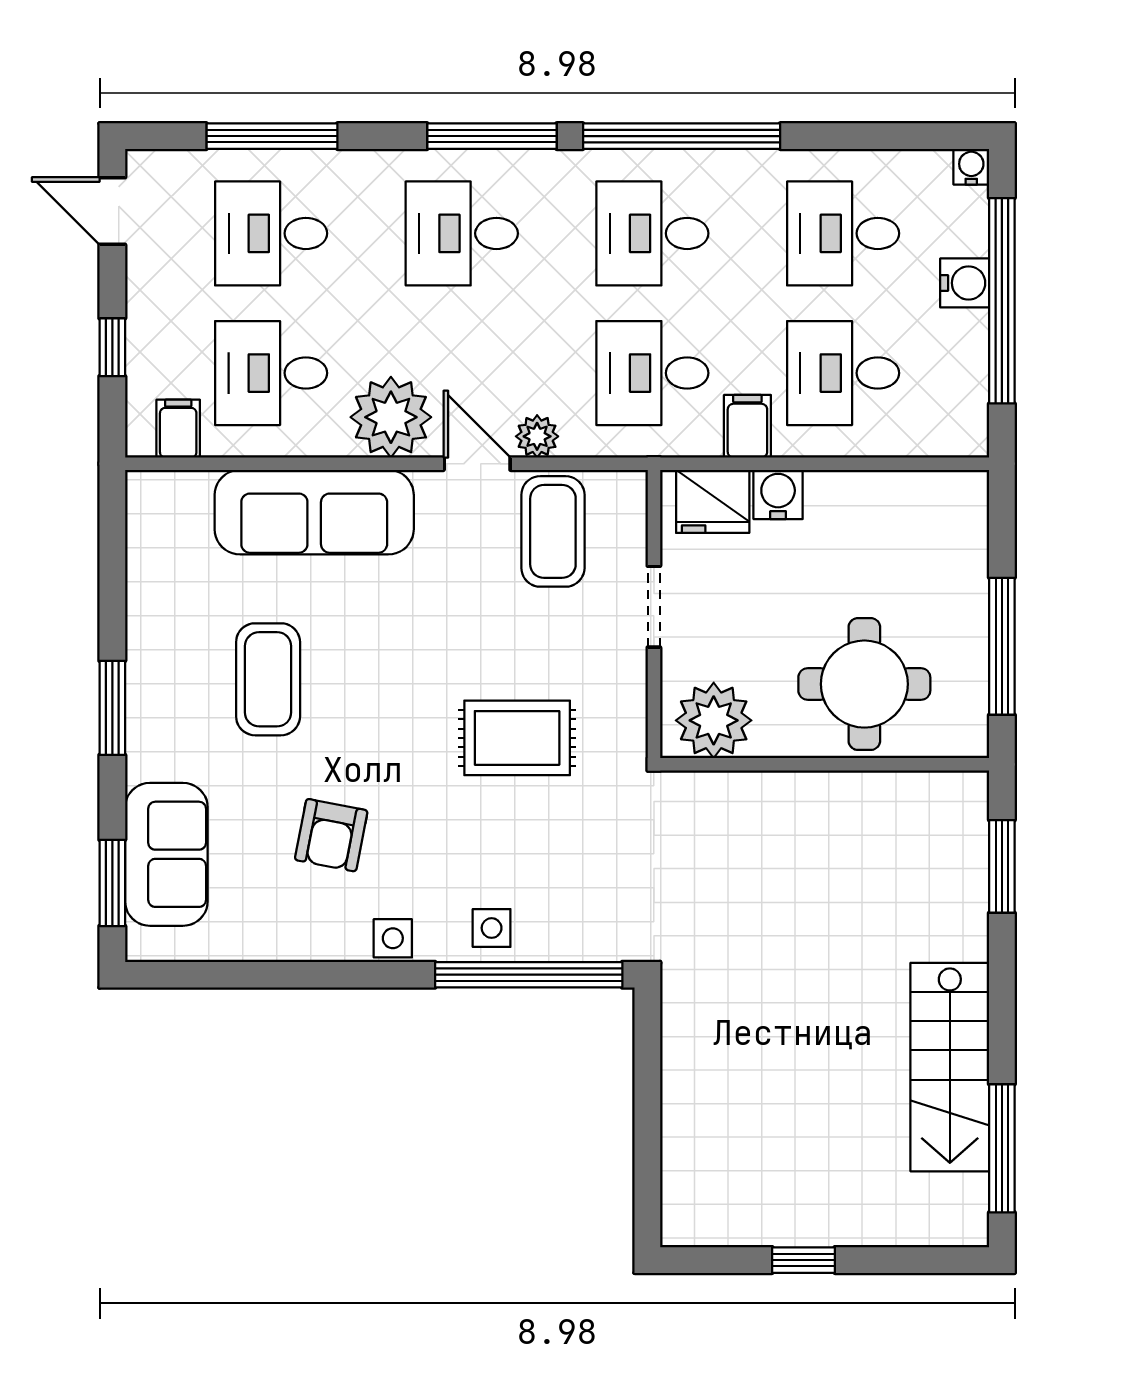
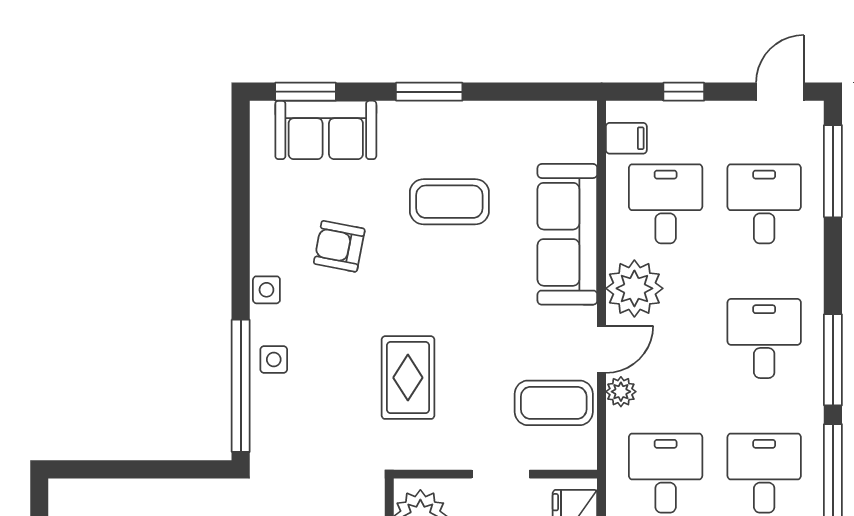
window: (272, 136) -> (833, 171), moved

